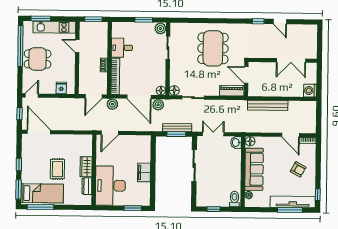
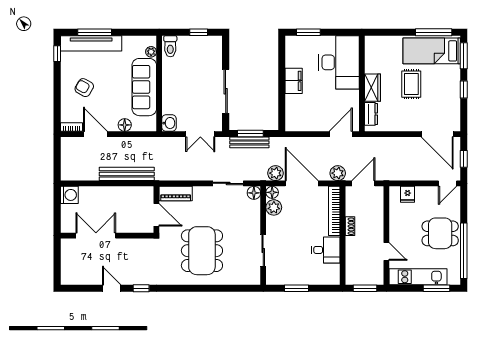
plant: (160, 28) -> (274, 207), moved
floor lamp: (250, 141) -> (125, 125), moved
dresser: (87, 186) -> (371, 114), moved

